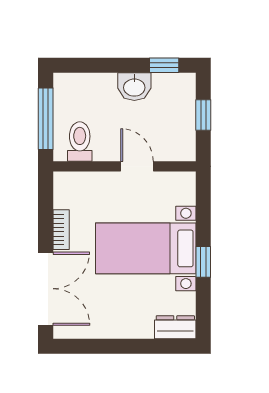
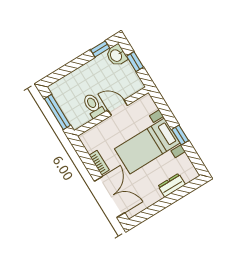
washbasin: (134, 87) -> (116, 55), moved, turned 90
toilet: (80, 142) -> (93, 106), moved
dresser: (175, 327) -> (172, 185), moved

